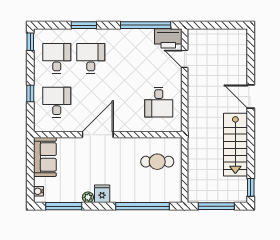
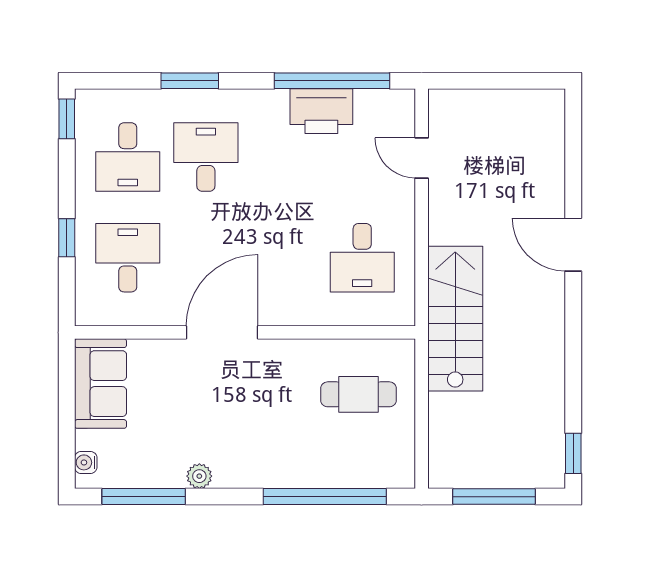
printer: (168, 38) -> (321, 111), moved
desk: (57, 58) -> (128, 157), turned 180
stairs: (235, 145) -> (455, 319), moved, turned 180
fridge: (102, 194) -> (232, 468), removed

